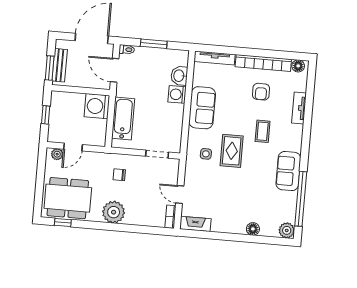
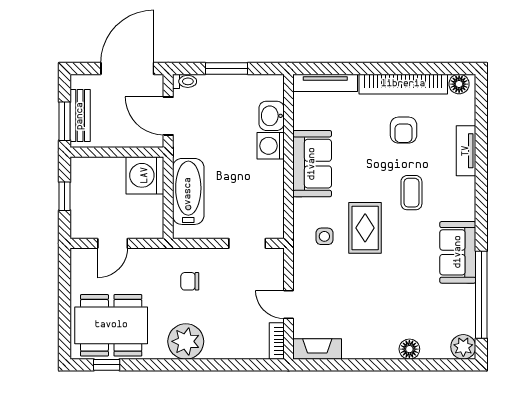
plant: (57, 154) -> (88, 257), removed

